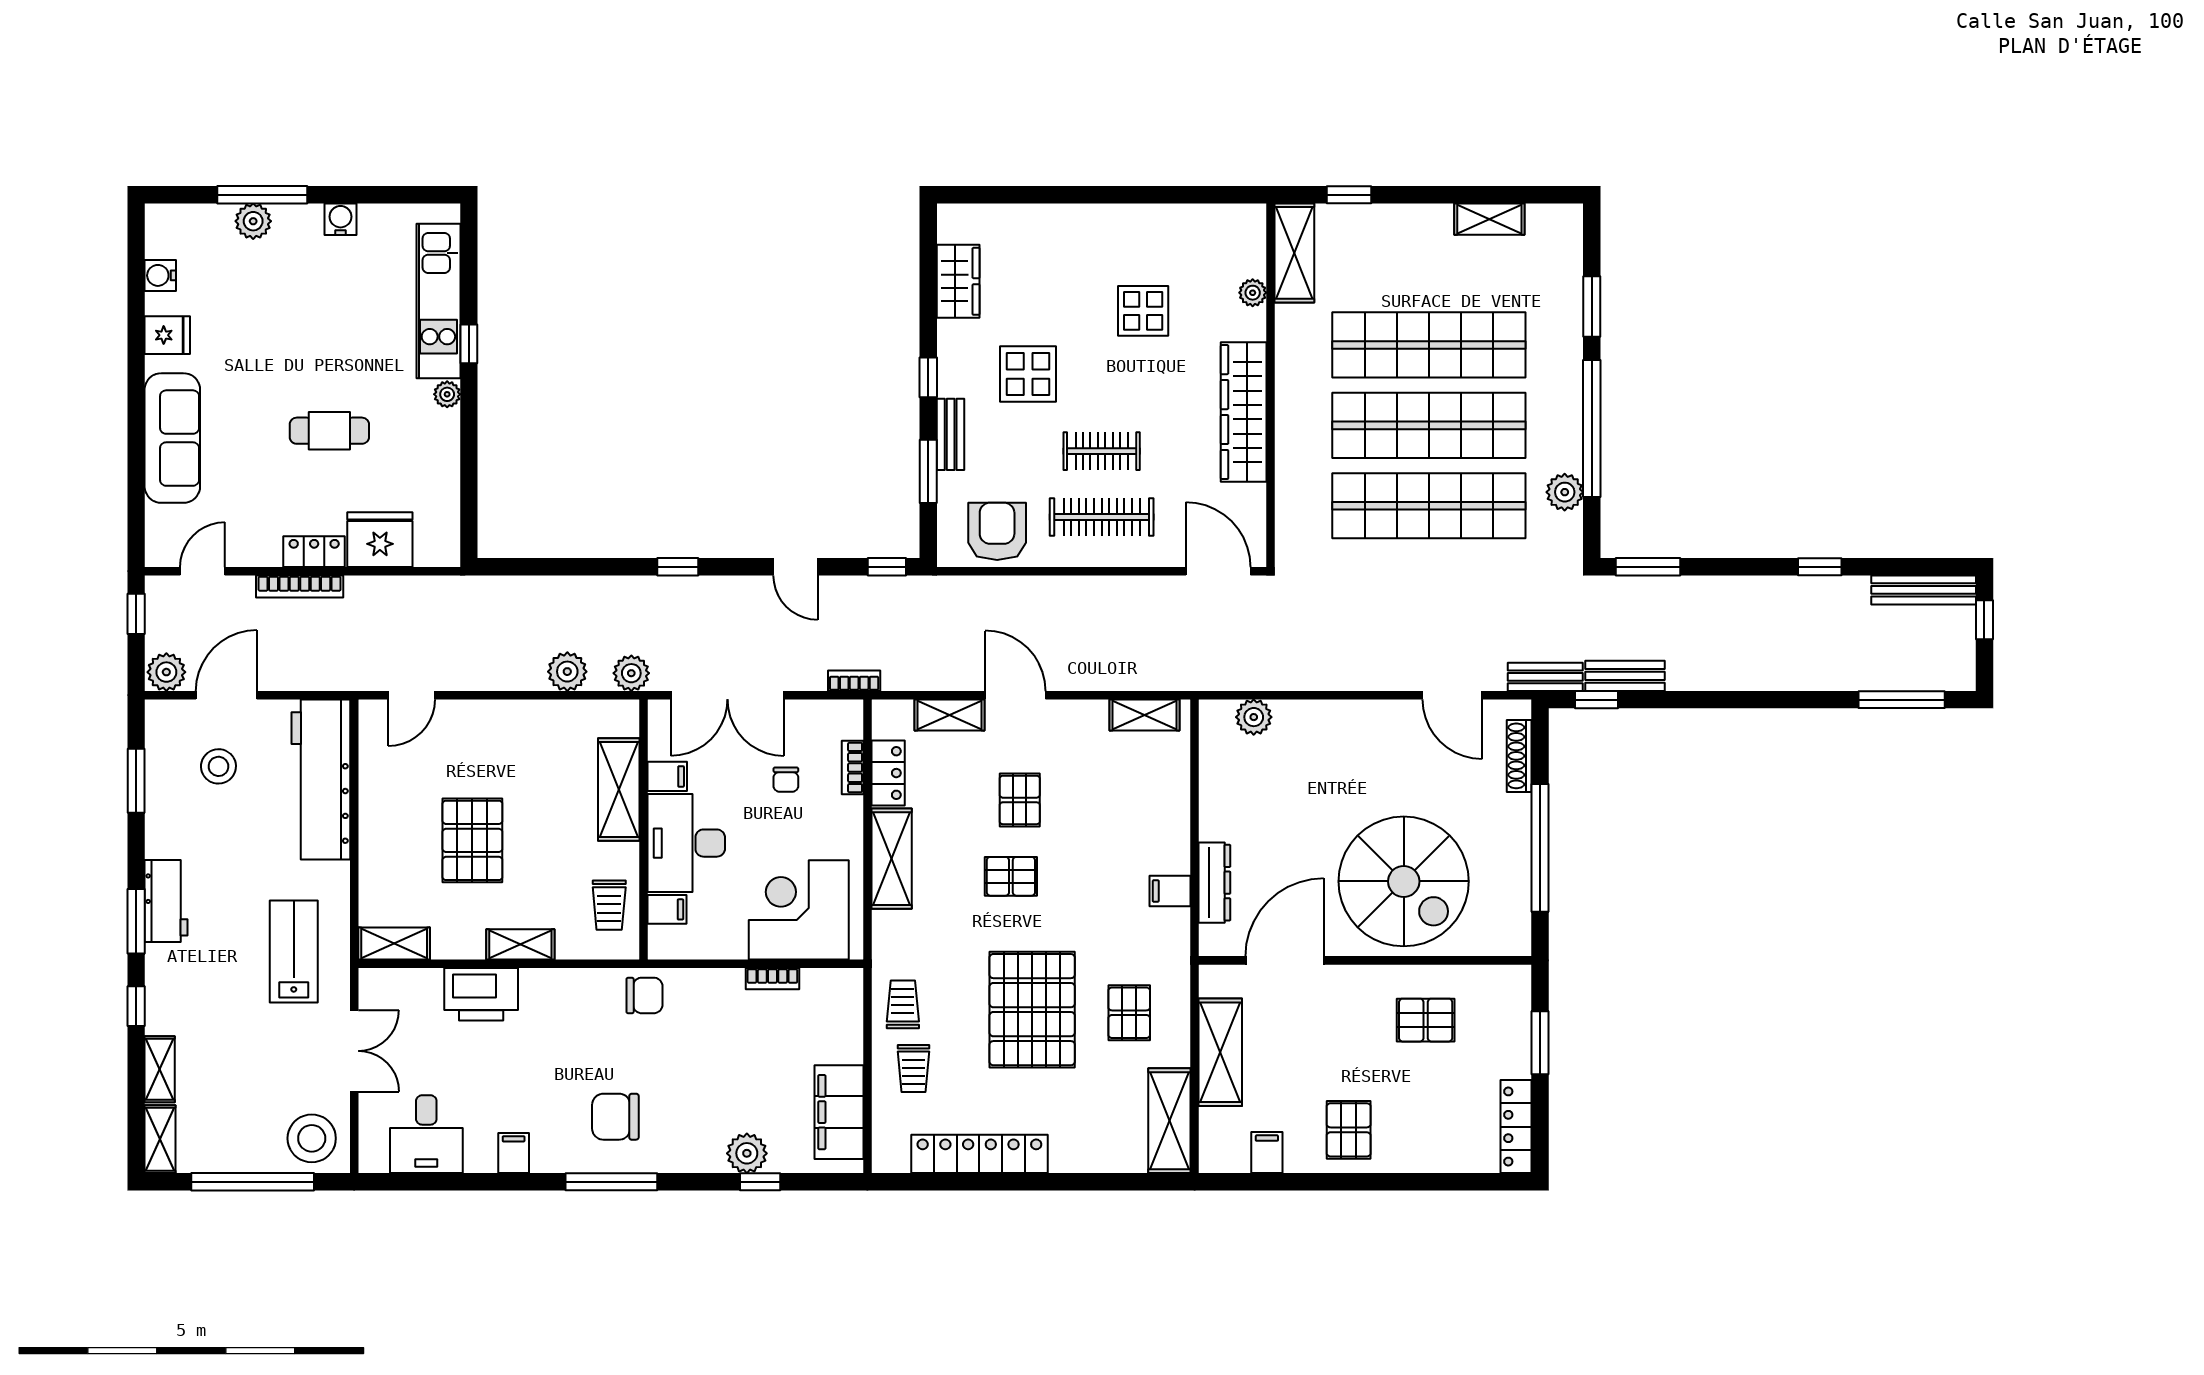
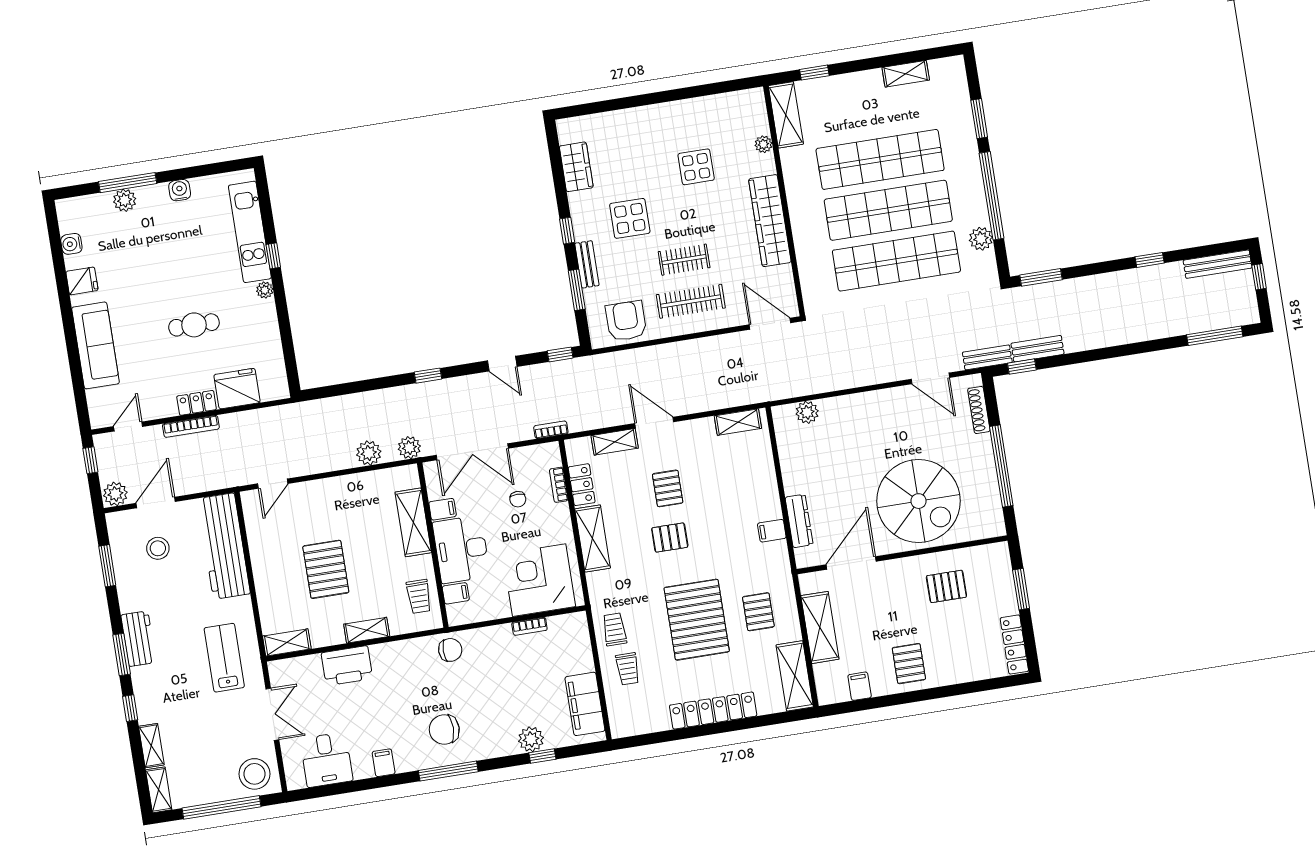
locker: (979, 1154) -> (713, 711), moved

